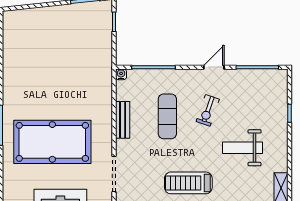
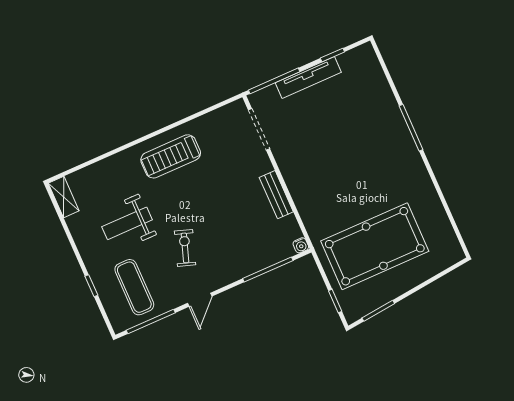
exercise mat: (167, 116) -> (134, 287), moved
pool table: (52, 142) -> (375, 246), moved
weight bench: (243, 148) -> (127, 223), turned 180
treadmill: (188, 183) -> (171, 156), turned 180

